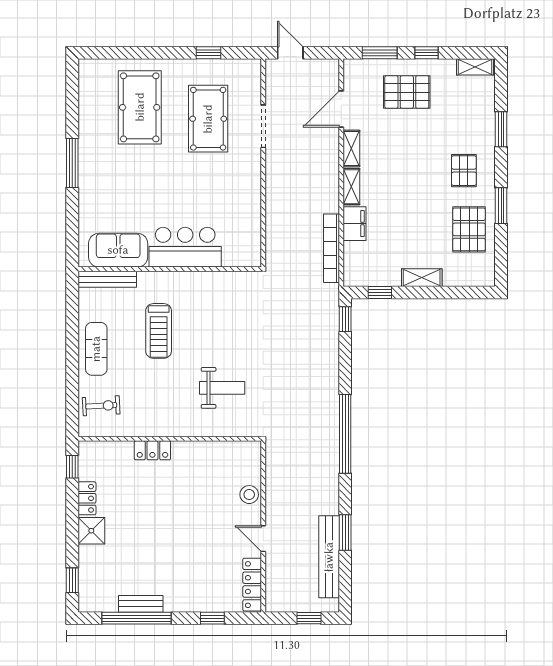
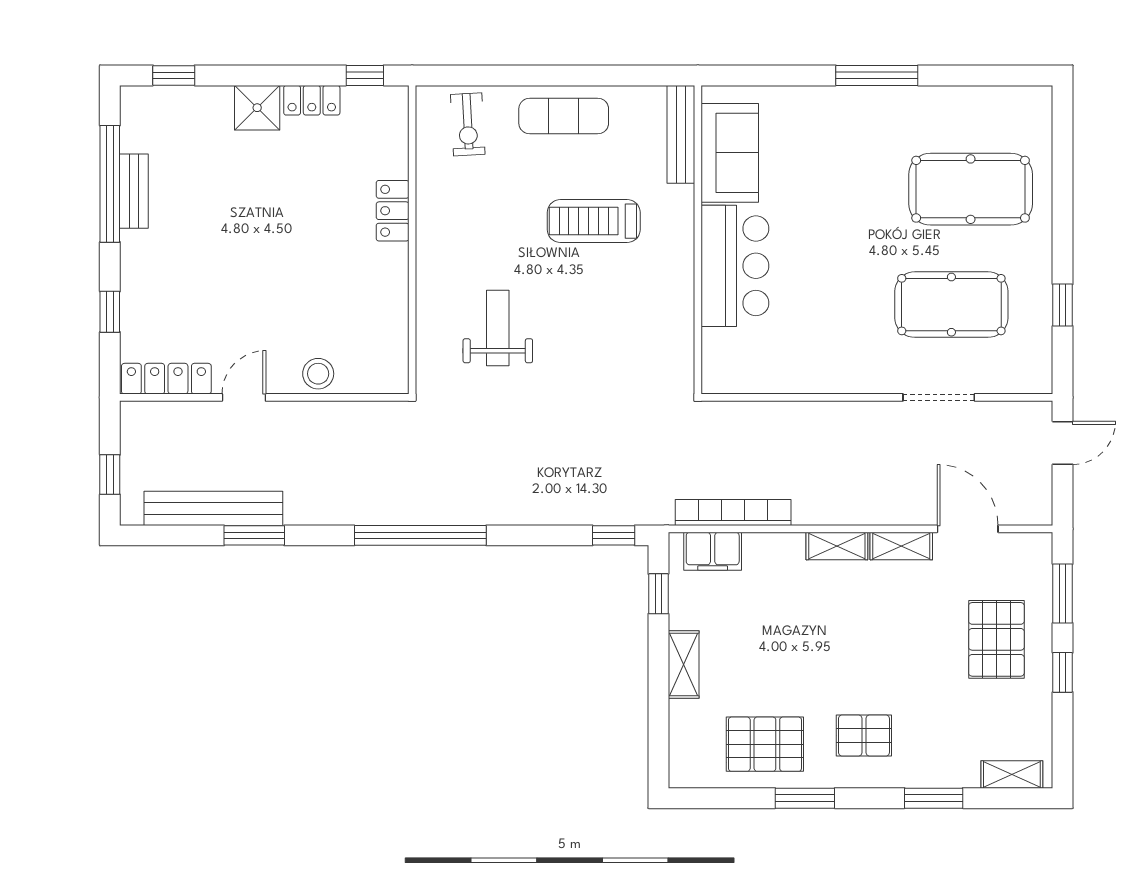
shelving: (475, 67) -> (1012, 774), moved, turned 90
filing cabinet: (355, 224) -> (713, 551), moved
weight bench: (222, 388) -> (498, 328), turned 180

